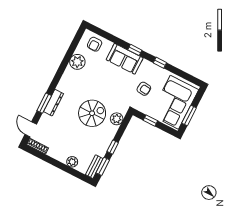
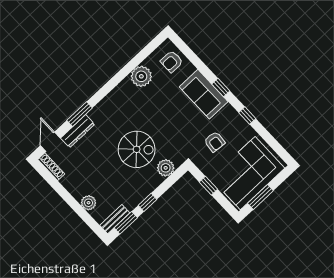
dresser: (54, 103) -> (78, 131), moved

